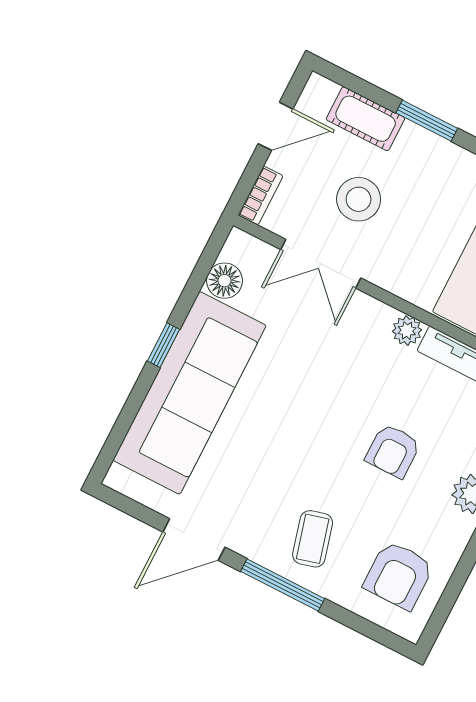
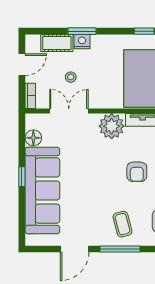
nightstand: (416, 141) -> (82, 42), added
stool: (359, 199) -> (71, 77), width x0.53, depth x0.53
double door: (321, 264) -> (69, 111), swing flipped
plant: (407, 331) -> (112, 126), width x1.88, depth x1.88

